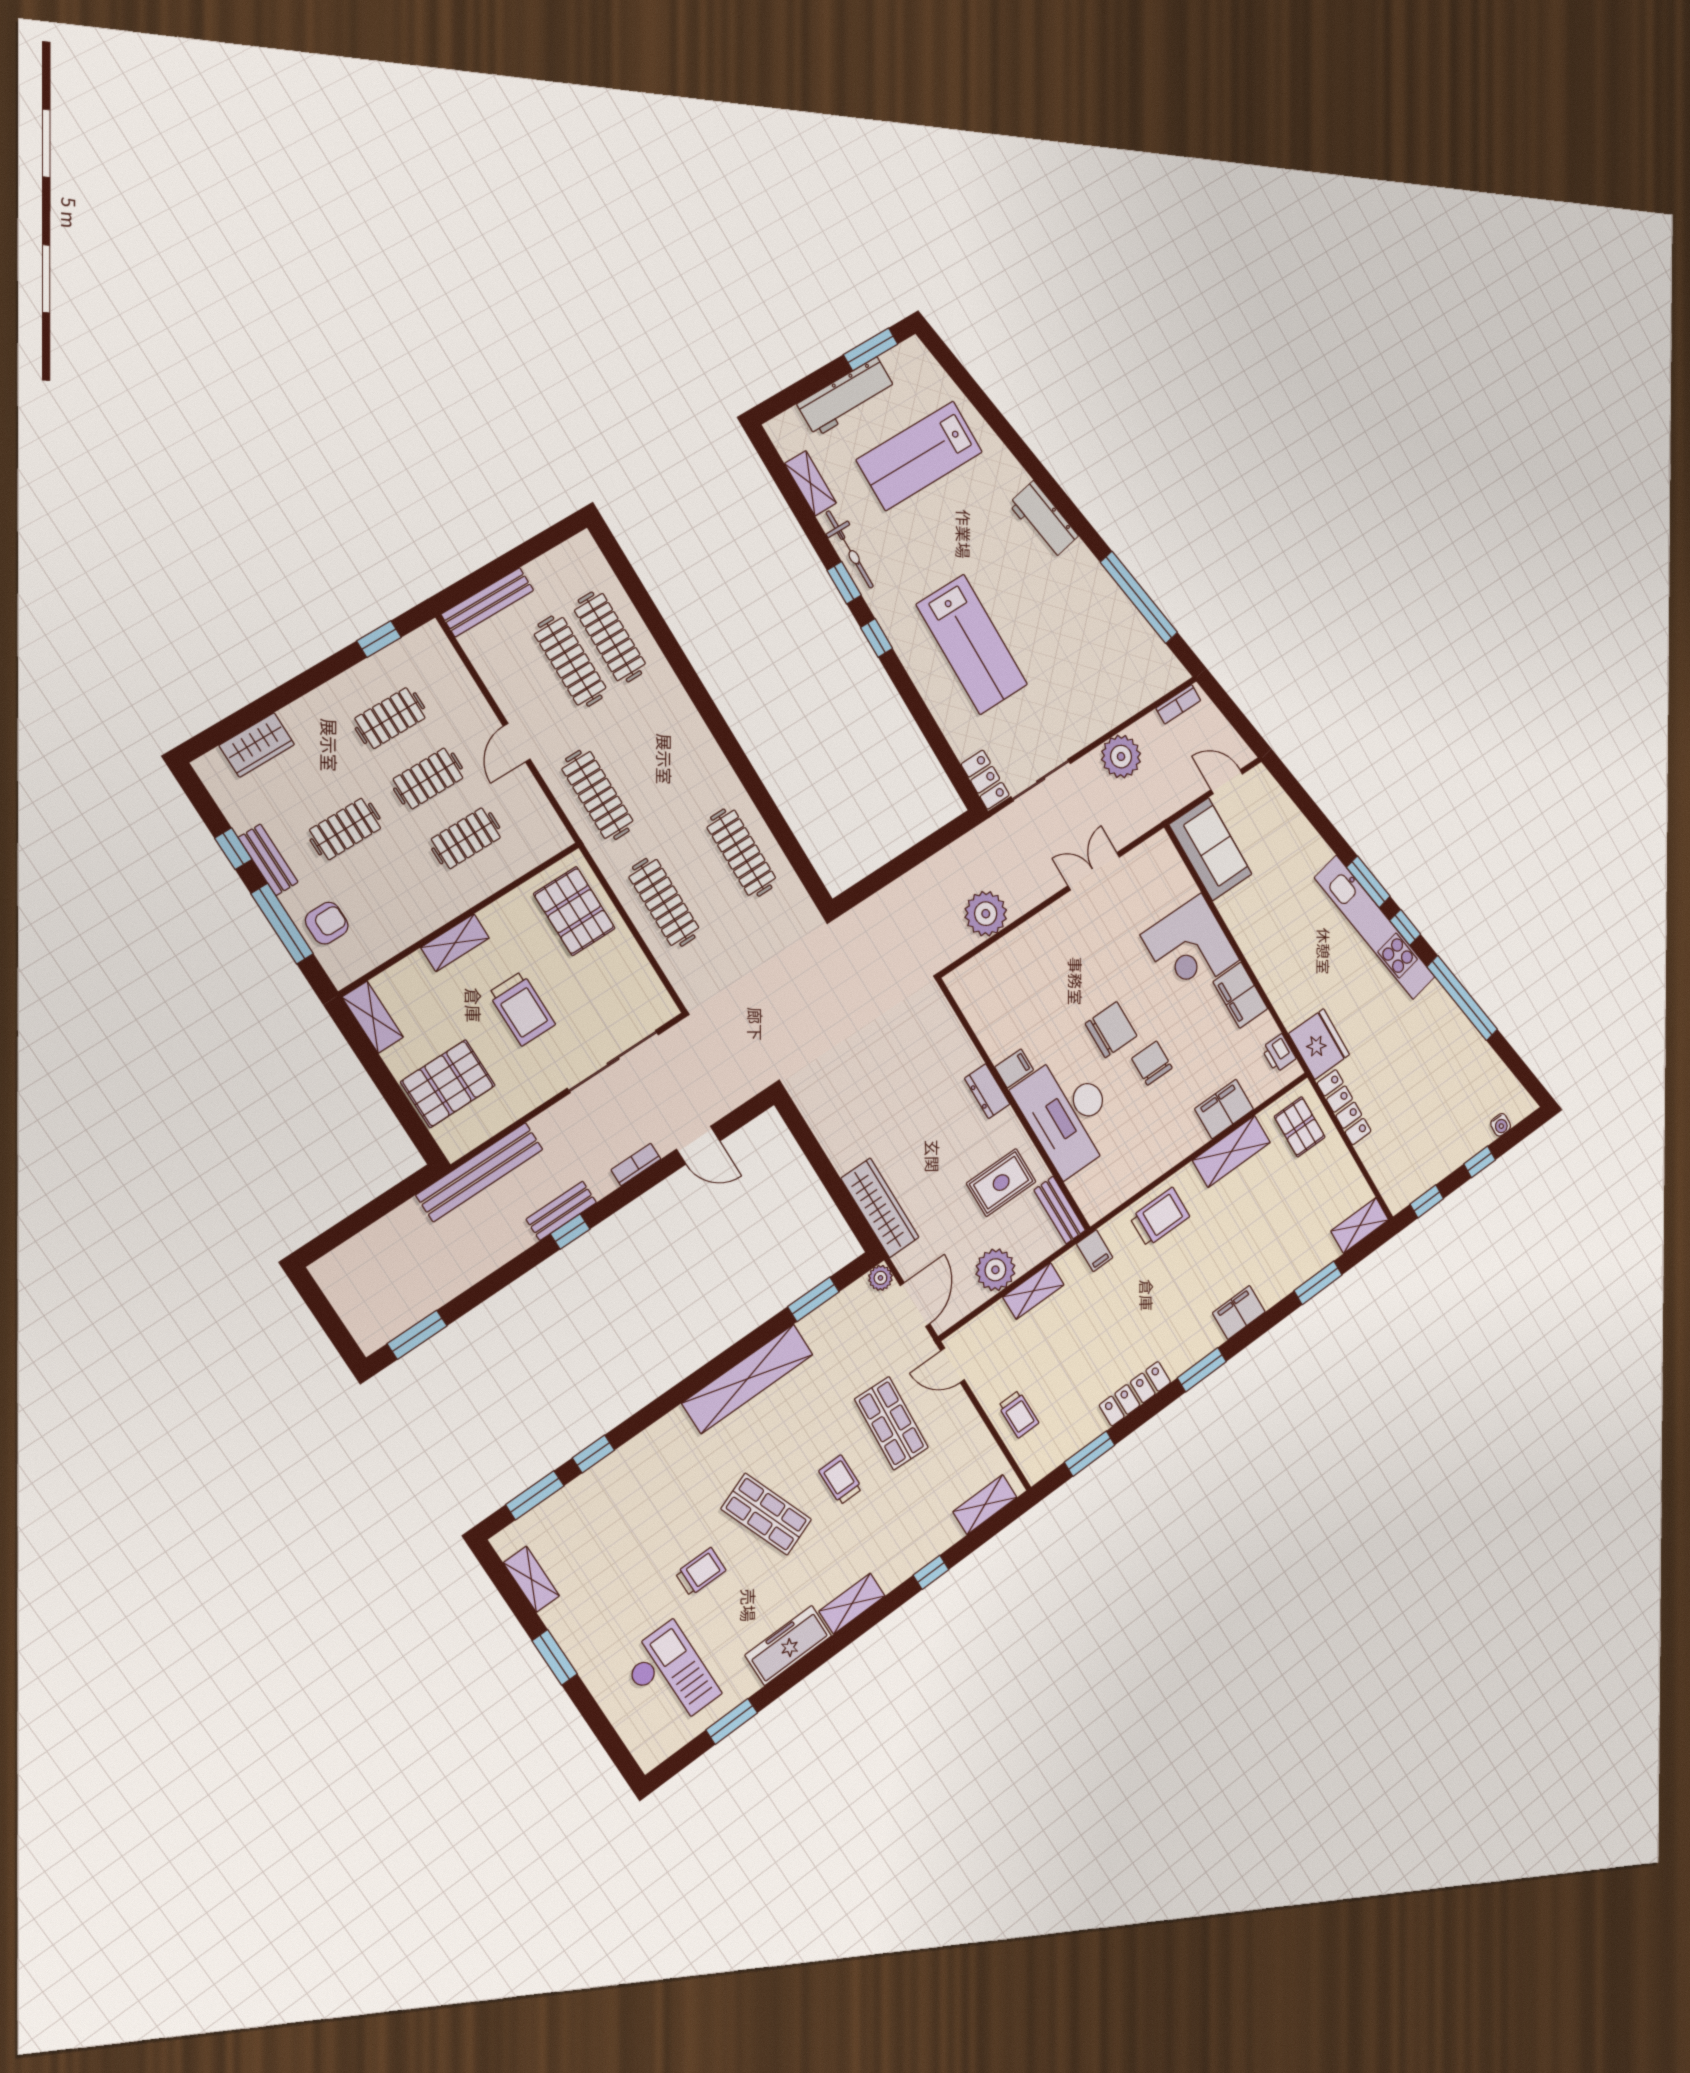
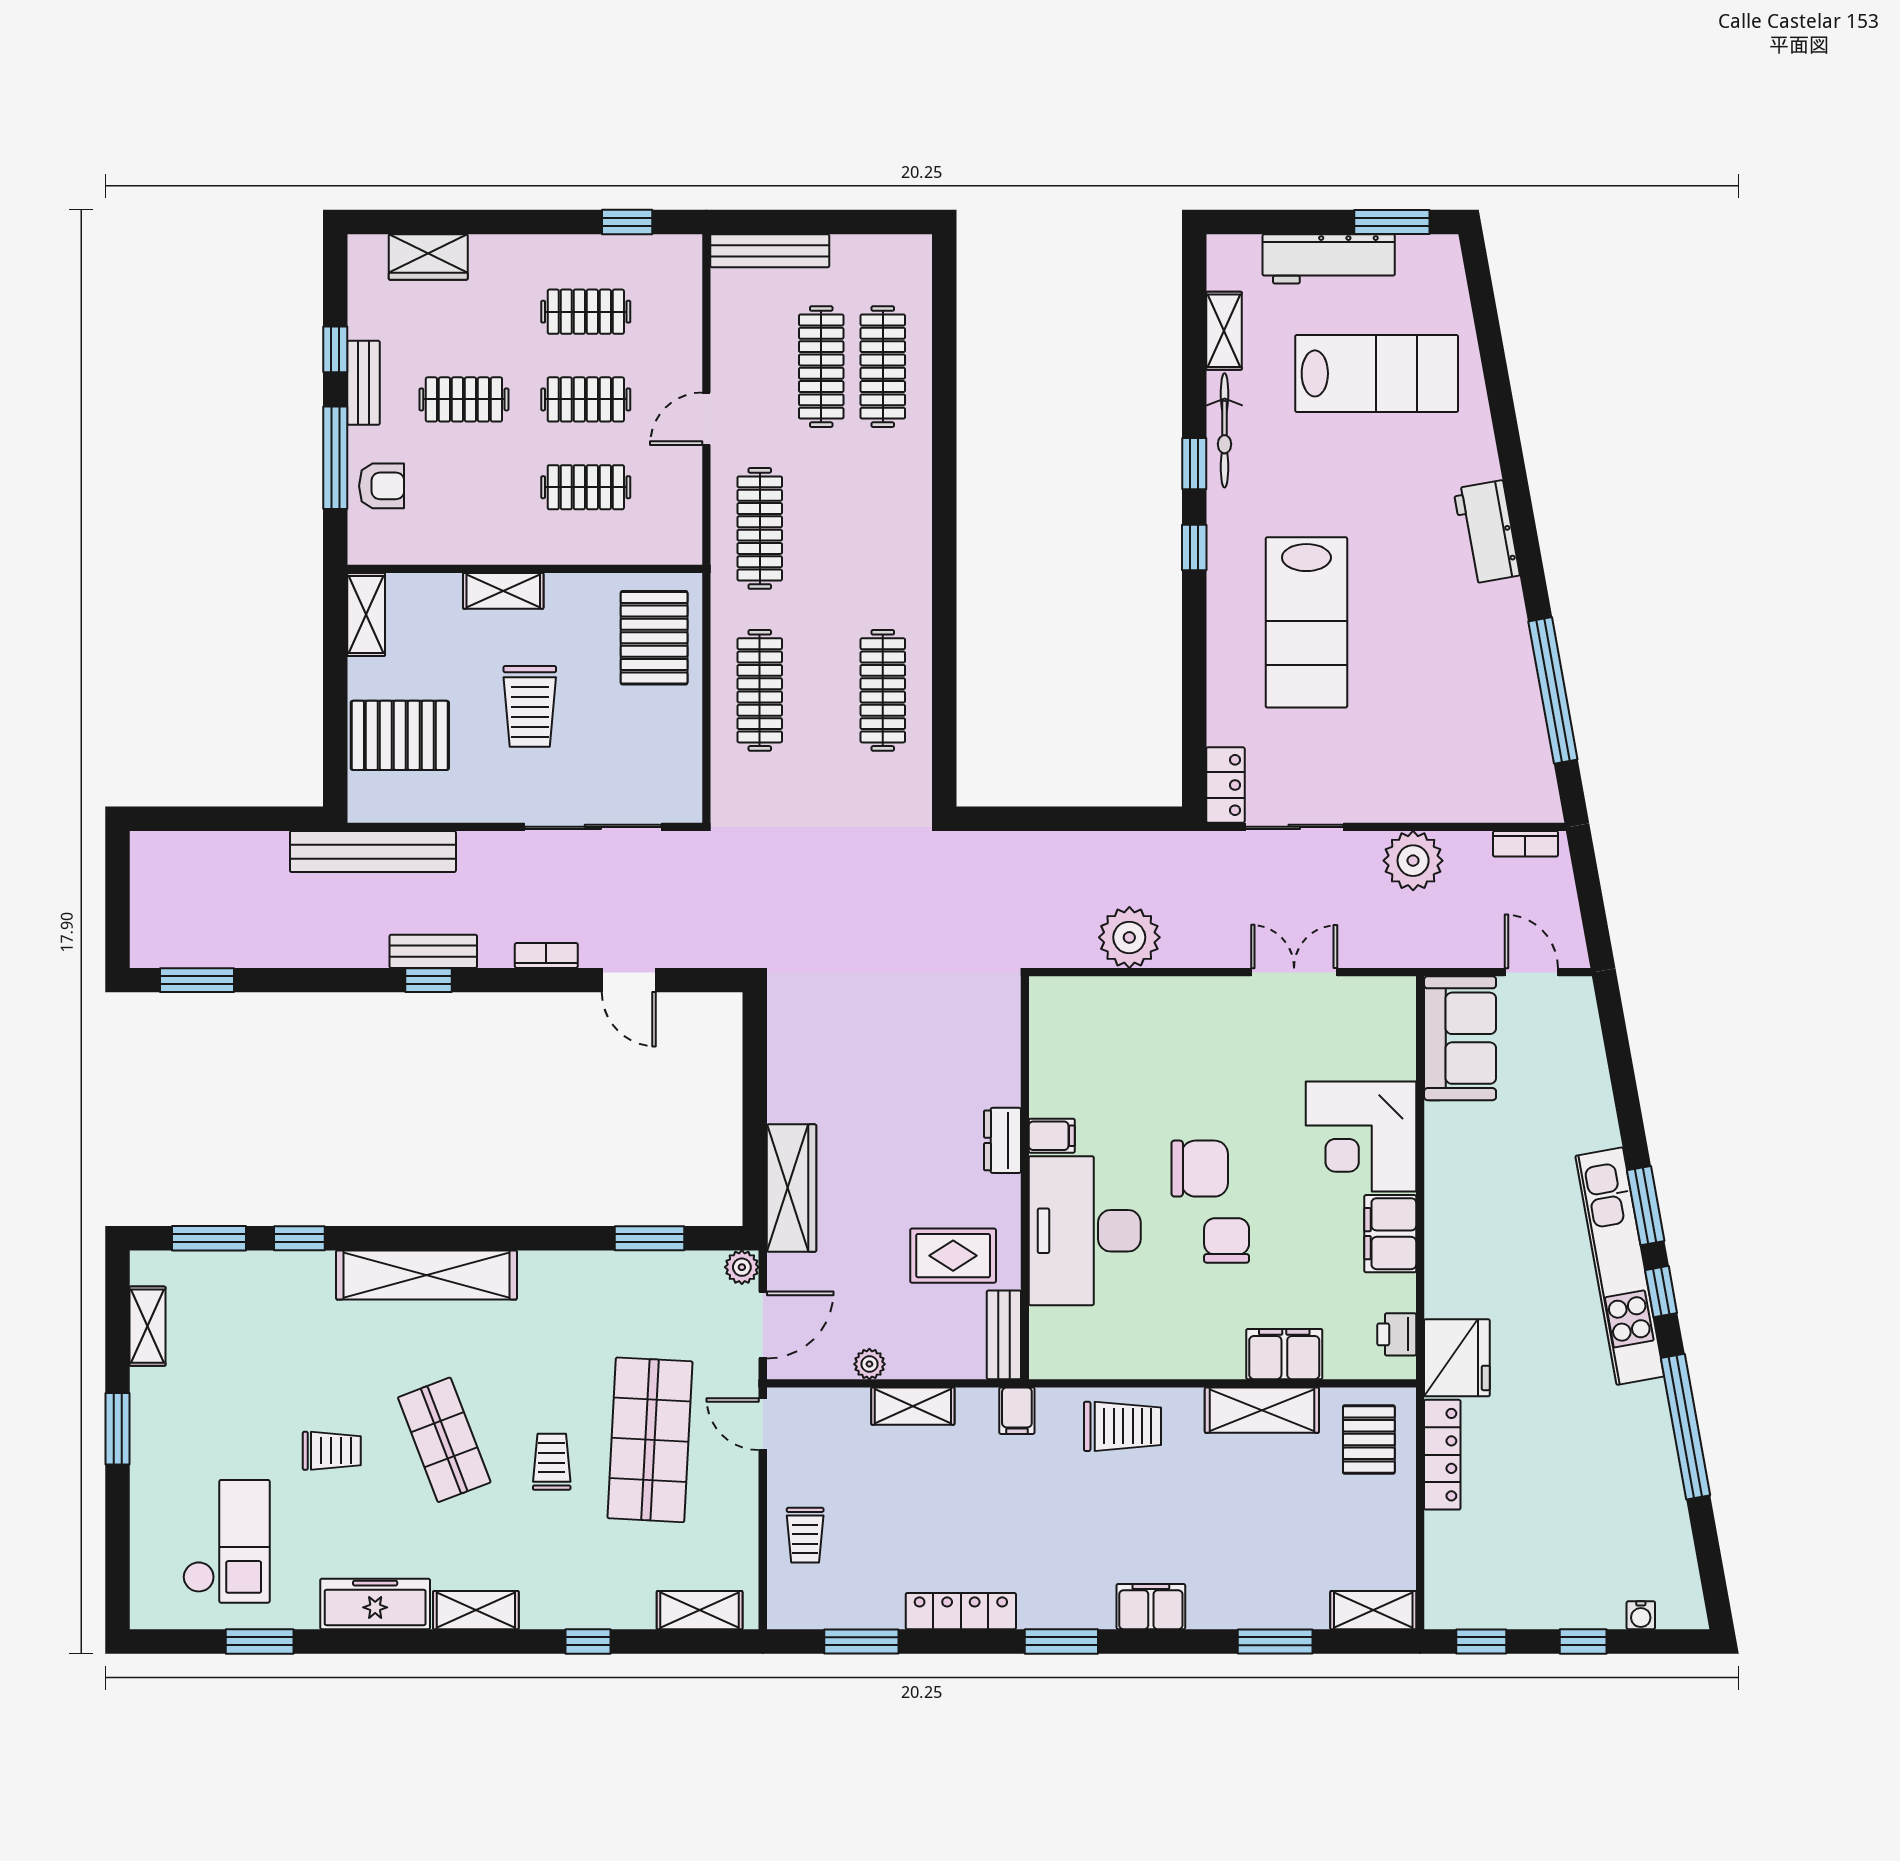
lab bench: (919, 456) -> (1377, 373), turned 180
plant: (995, 1270) -> (869, 1364), width x0.53, depth x0.53
shelving: (748, 1379) -> (427, 1275), moved
shop shelf: (891, 1423) -> (650, 1440), width x1.43, depth x1.36

